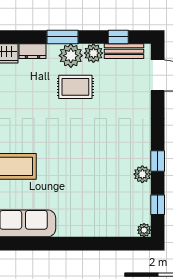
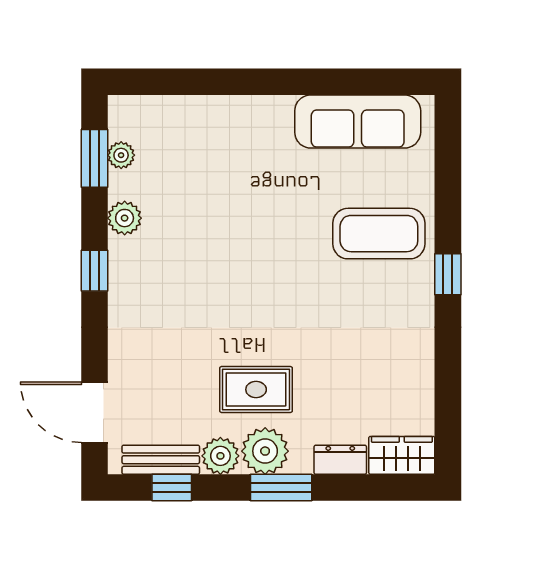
window: (158, 161) -> (95, 271), moved
window: (158, 205) -> (95, 158), width x1.50
plant: (144, 230) -> (121, 155), moved

